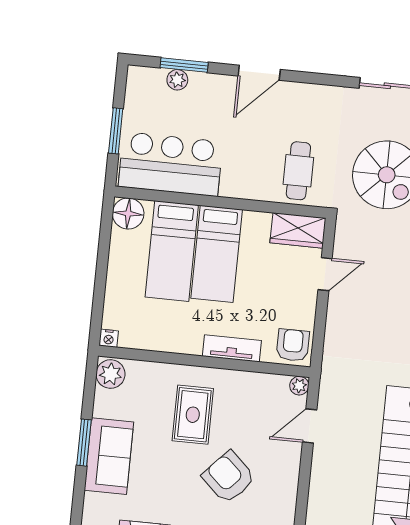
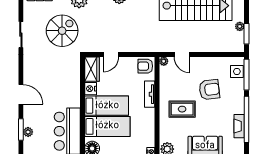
cafe table: (298, 171) -> (64, 72), removed
nightstand: (256, 223) -> (91, 89), added
door: (325, 274) -> (111, 55), swing flipped
armchair: (229, 477) -> (209, 90), turned -140

